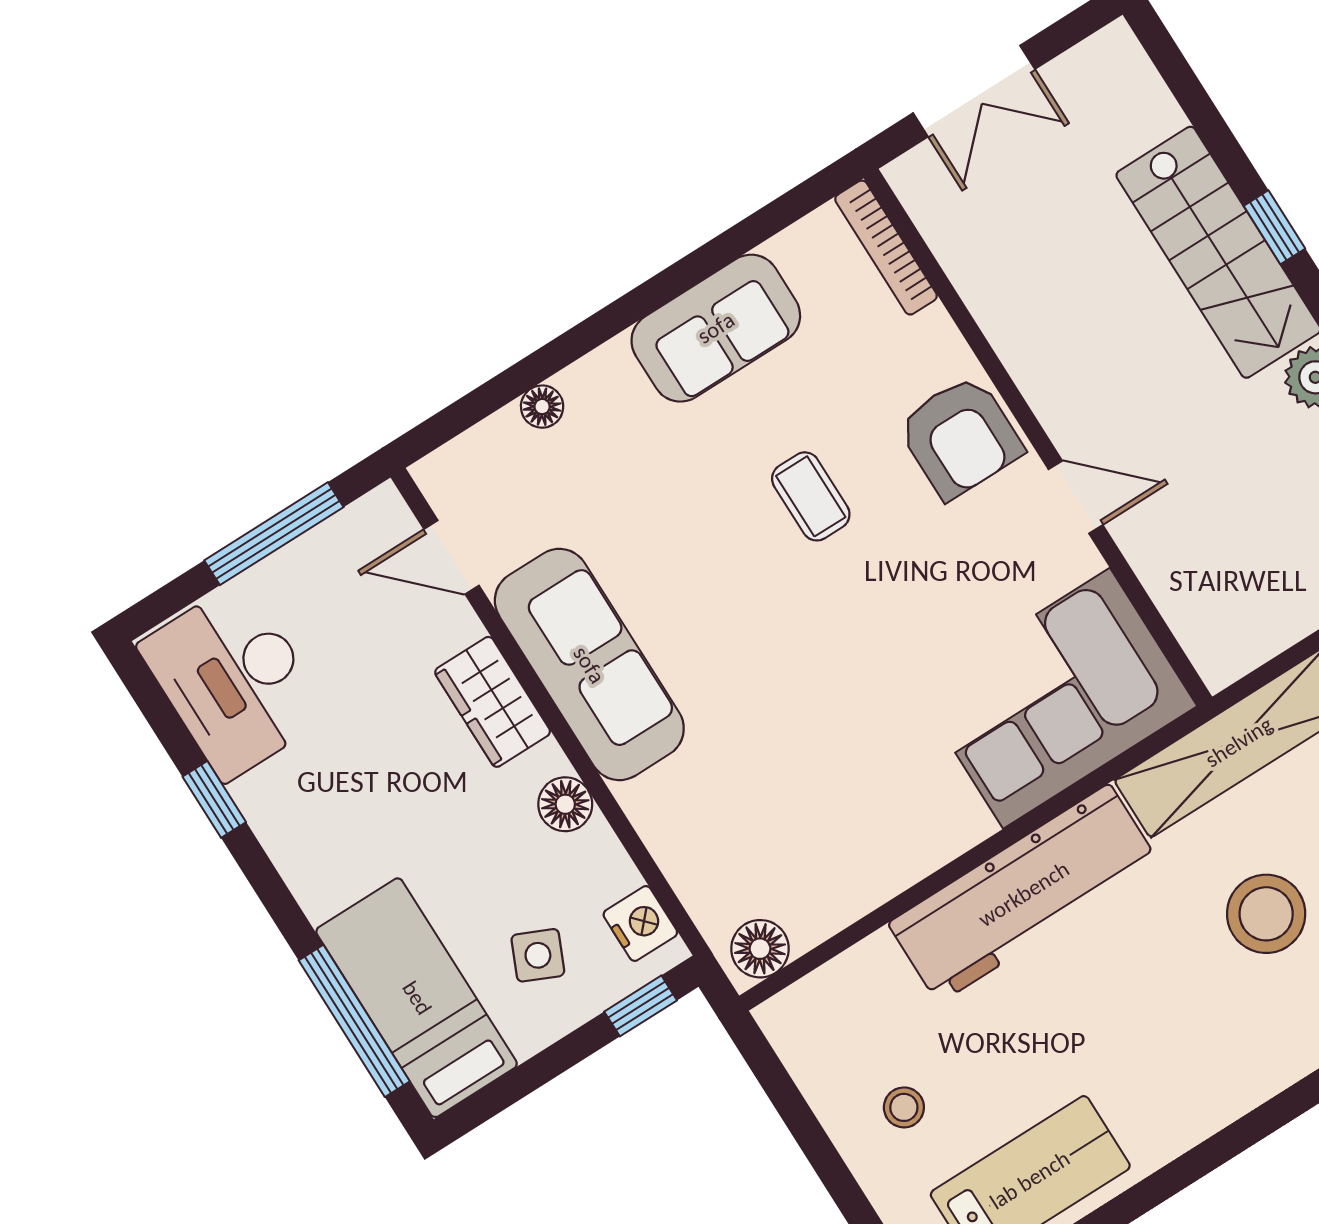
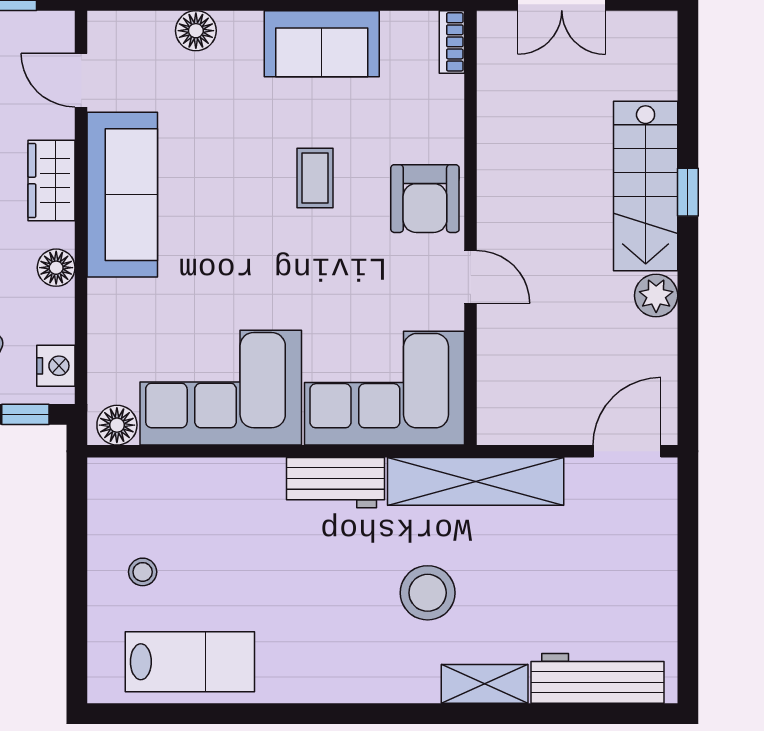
bookcase: (886, 247) -> (452, 42), width x0.64
floor lamp: (542, 407) -> (196, 31), width x1.37, depth x1.37
corner sofa: (857, 823) -> (221, 388), added
workbench: (1024, 894) -> (335, 483), width x0.53, depth x0.76

